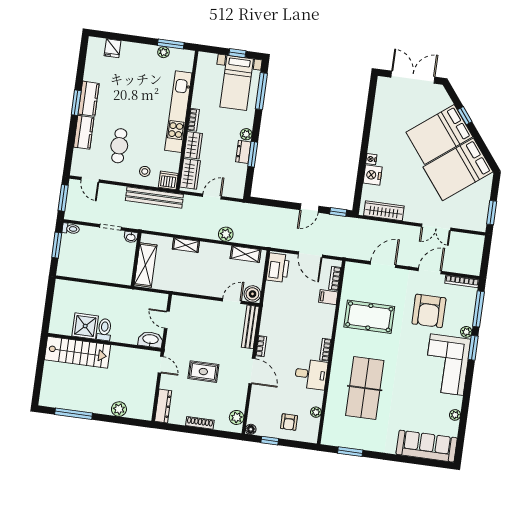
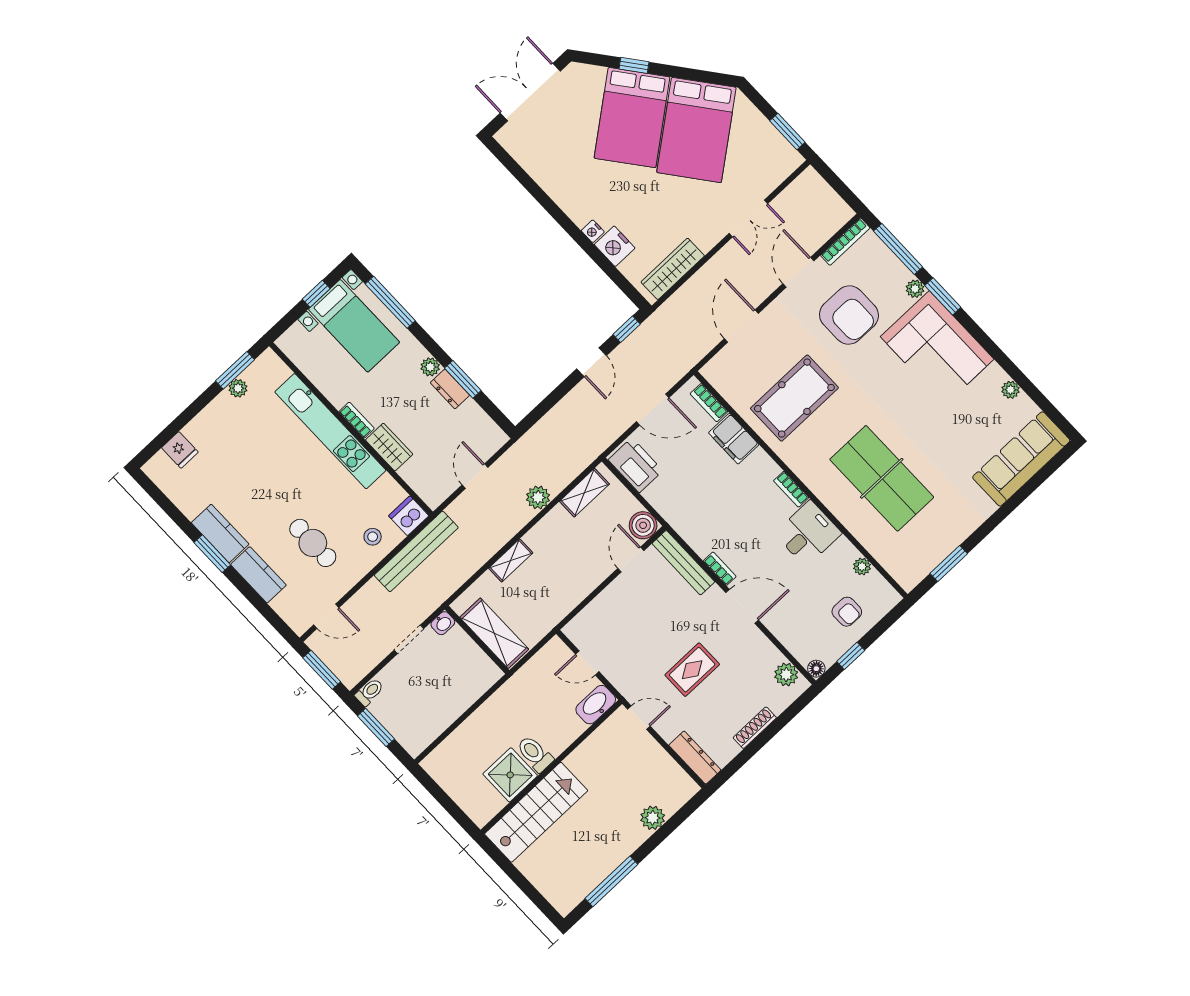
wardrobe: (190, 174) -> (423, 481), removed
filing cabinet: (328, 297) -> (734, 439), width x2.00

